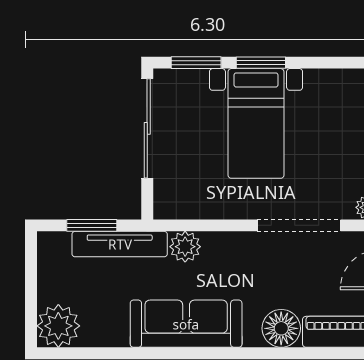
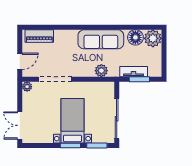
tv unit: (120, 244) -> (134, 72), width x0.71
floor lamp: (281, 328) -> (135, 37), moved

